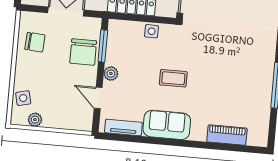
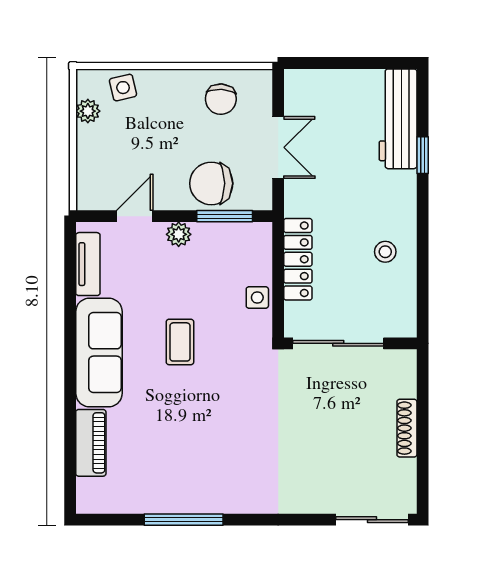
sofa: (167, 125) -> (99, 352), width x1.36

